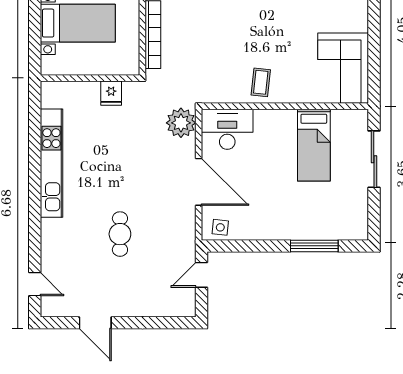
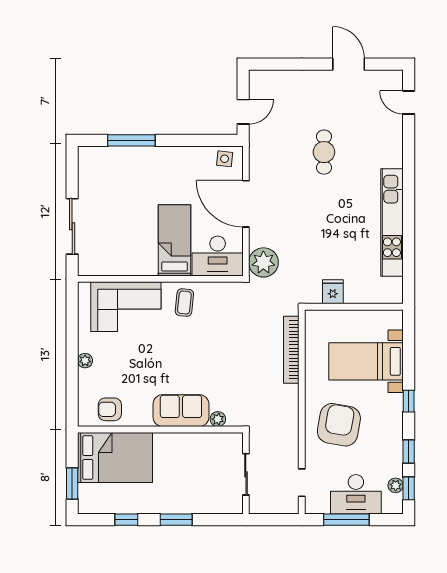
plant: (361, 24) -> (85, 361), added
corner sofa: (343, 68) -> (126, 307), moved, turned 90
bed: (314, 145) -> (175, 240), moved

